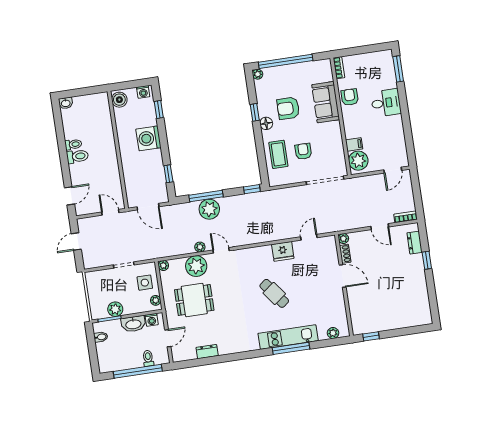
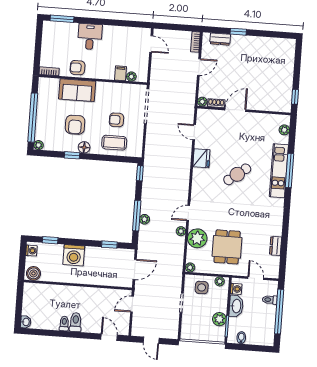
plant: (358, 161) -> (131, 77), width x0.53, depth x0.53
plant: (209, 209) -> (145, 219), width x0.53, depth x0.53

